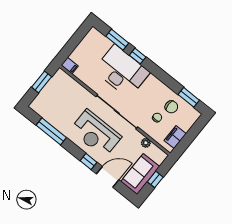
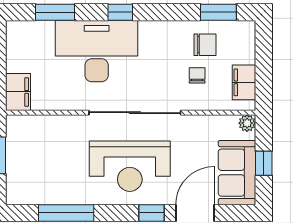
window: (138, 56) -> (120, 12), moved
filing cabinet: (70, 66) -> (18, 92), width x2.00
plant: (146, 143) -> (247, 123), moved

